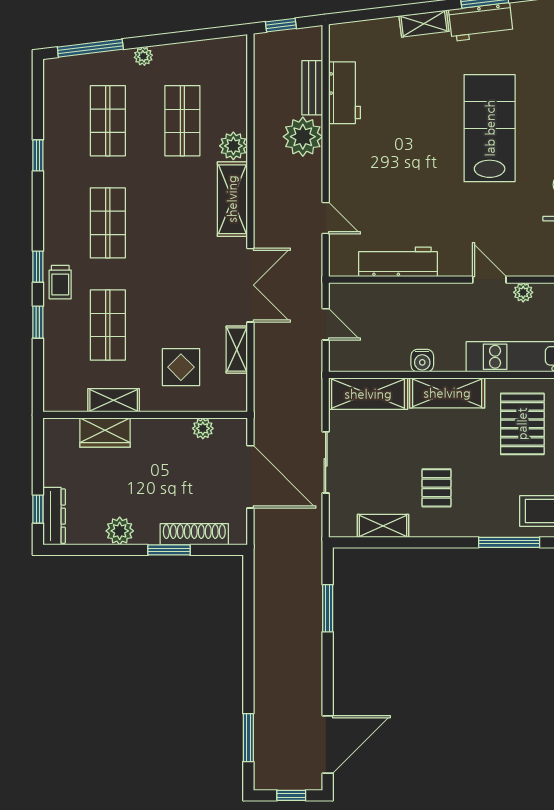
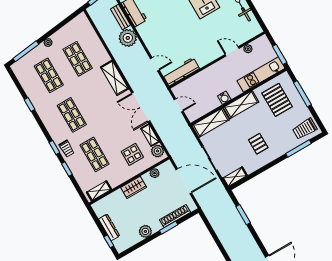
plant: (233, 146) -> (158, 151), moved
workbench: (398, 262) -> (181, 72), moved
double door: (250, 285) -> (141, 107), swing flipped
shelving: (114, 400) -> (99, 191), moved
wardrobe: (105, 433) -> (134, 187), moved
dresser: (54, 516) -> (109, 227), moved
shelving: (383, 526) -> (235, 177), moved

